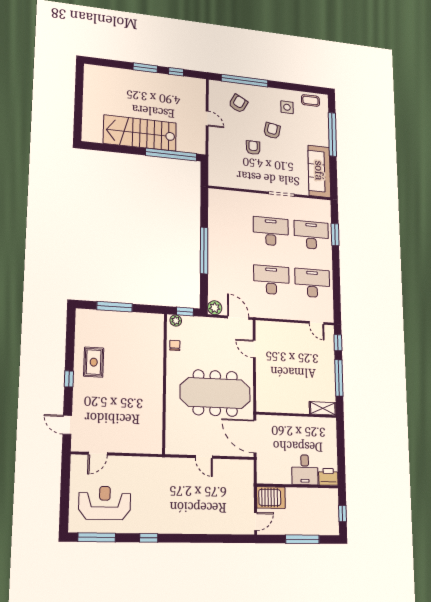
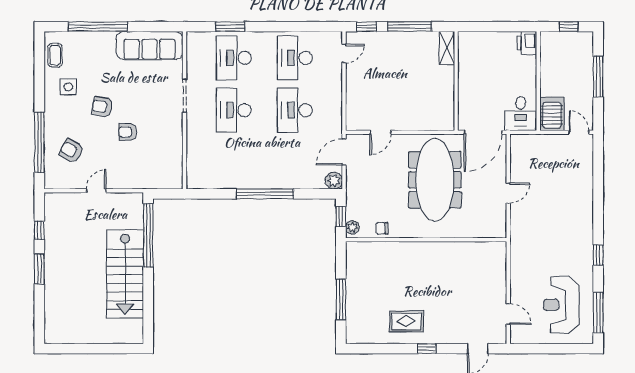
desk: (305, 470) -> (521, 114), moved, turned 90

